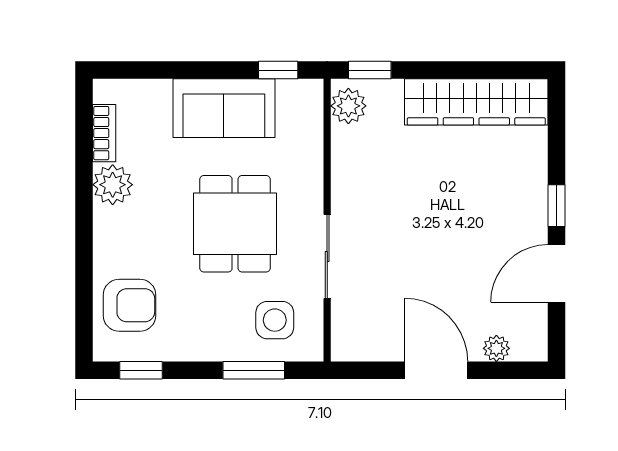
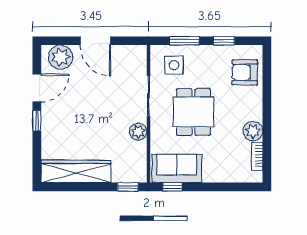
plant: (348, 106) -> (138, 132), moved
sofa: (224, 108) -> (177, 168), moved
plant: (496, 348) -> (61, 57), width x1.88, depth x1.88
window: (141, 370) -> (224, 41), moved

